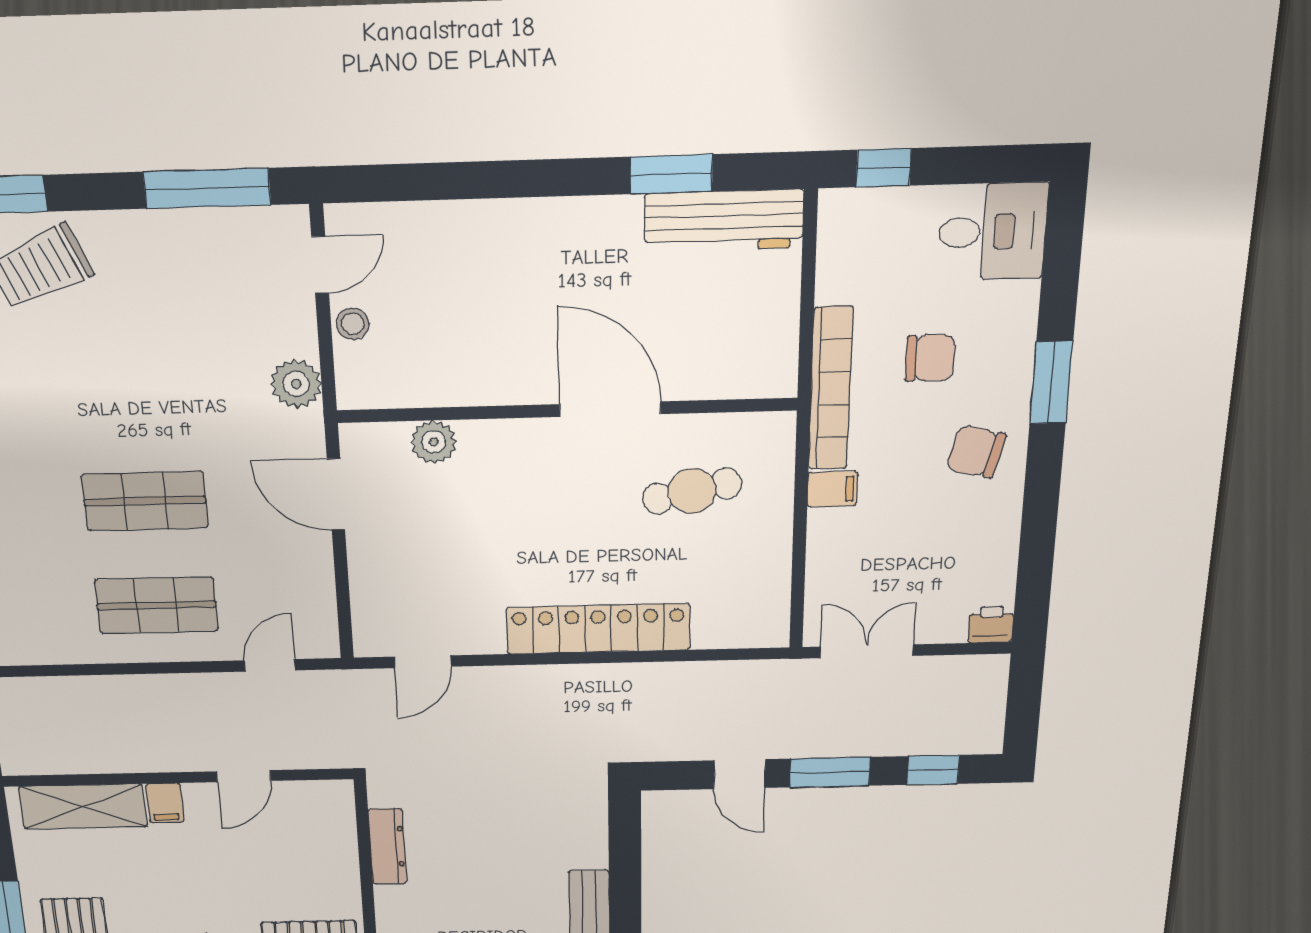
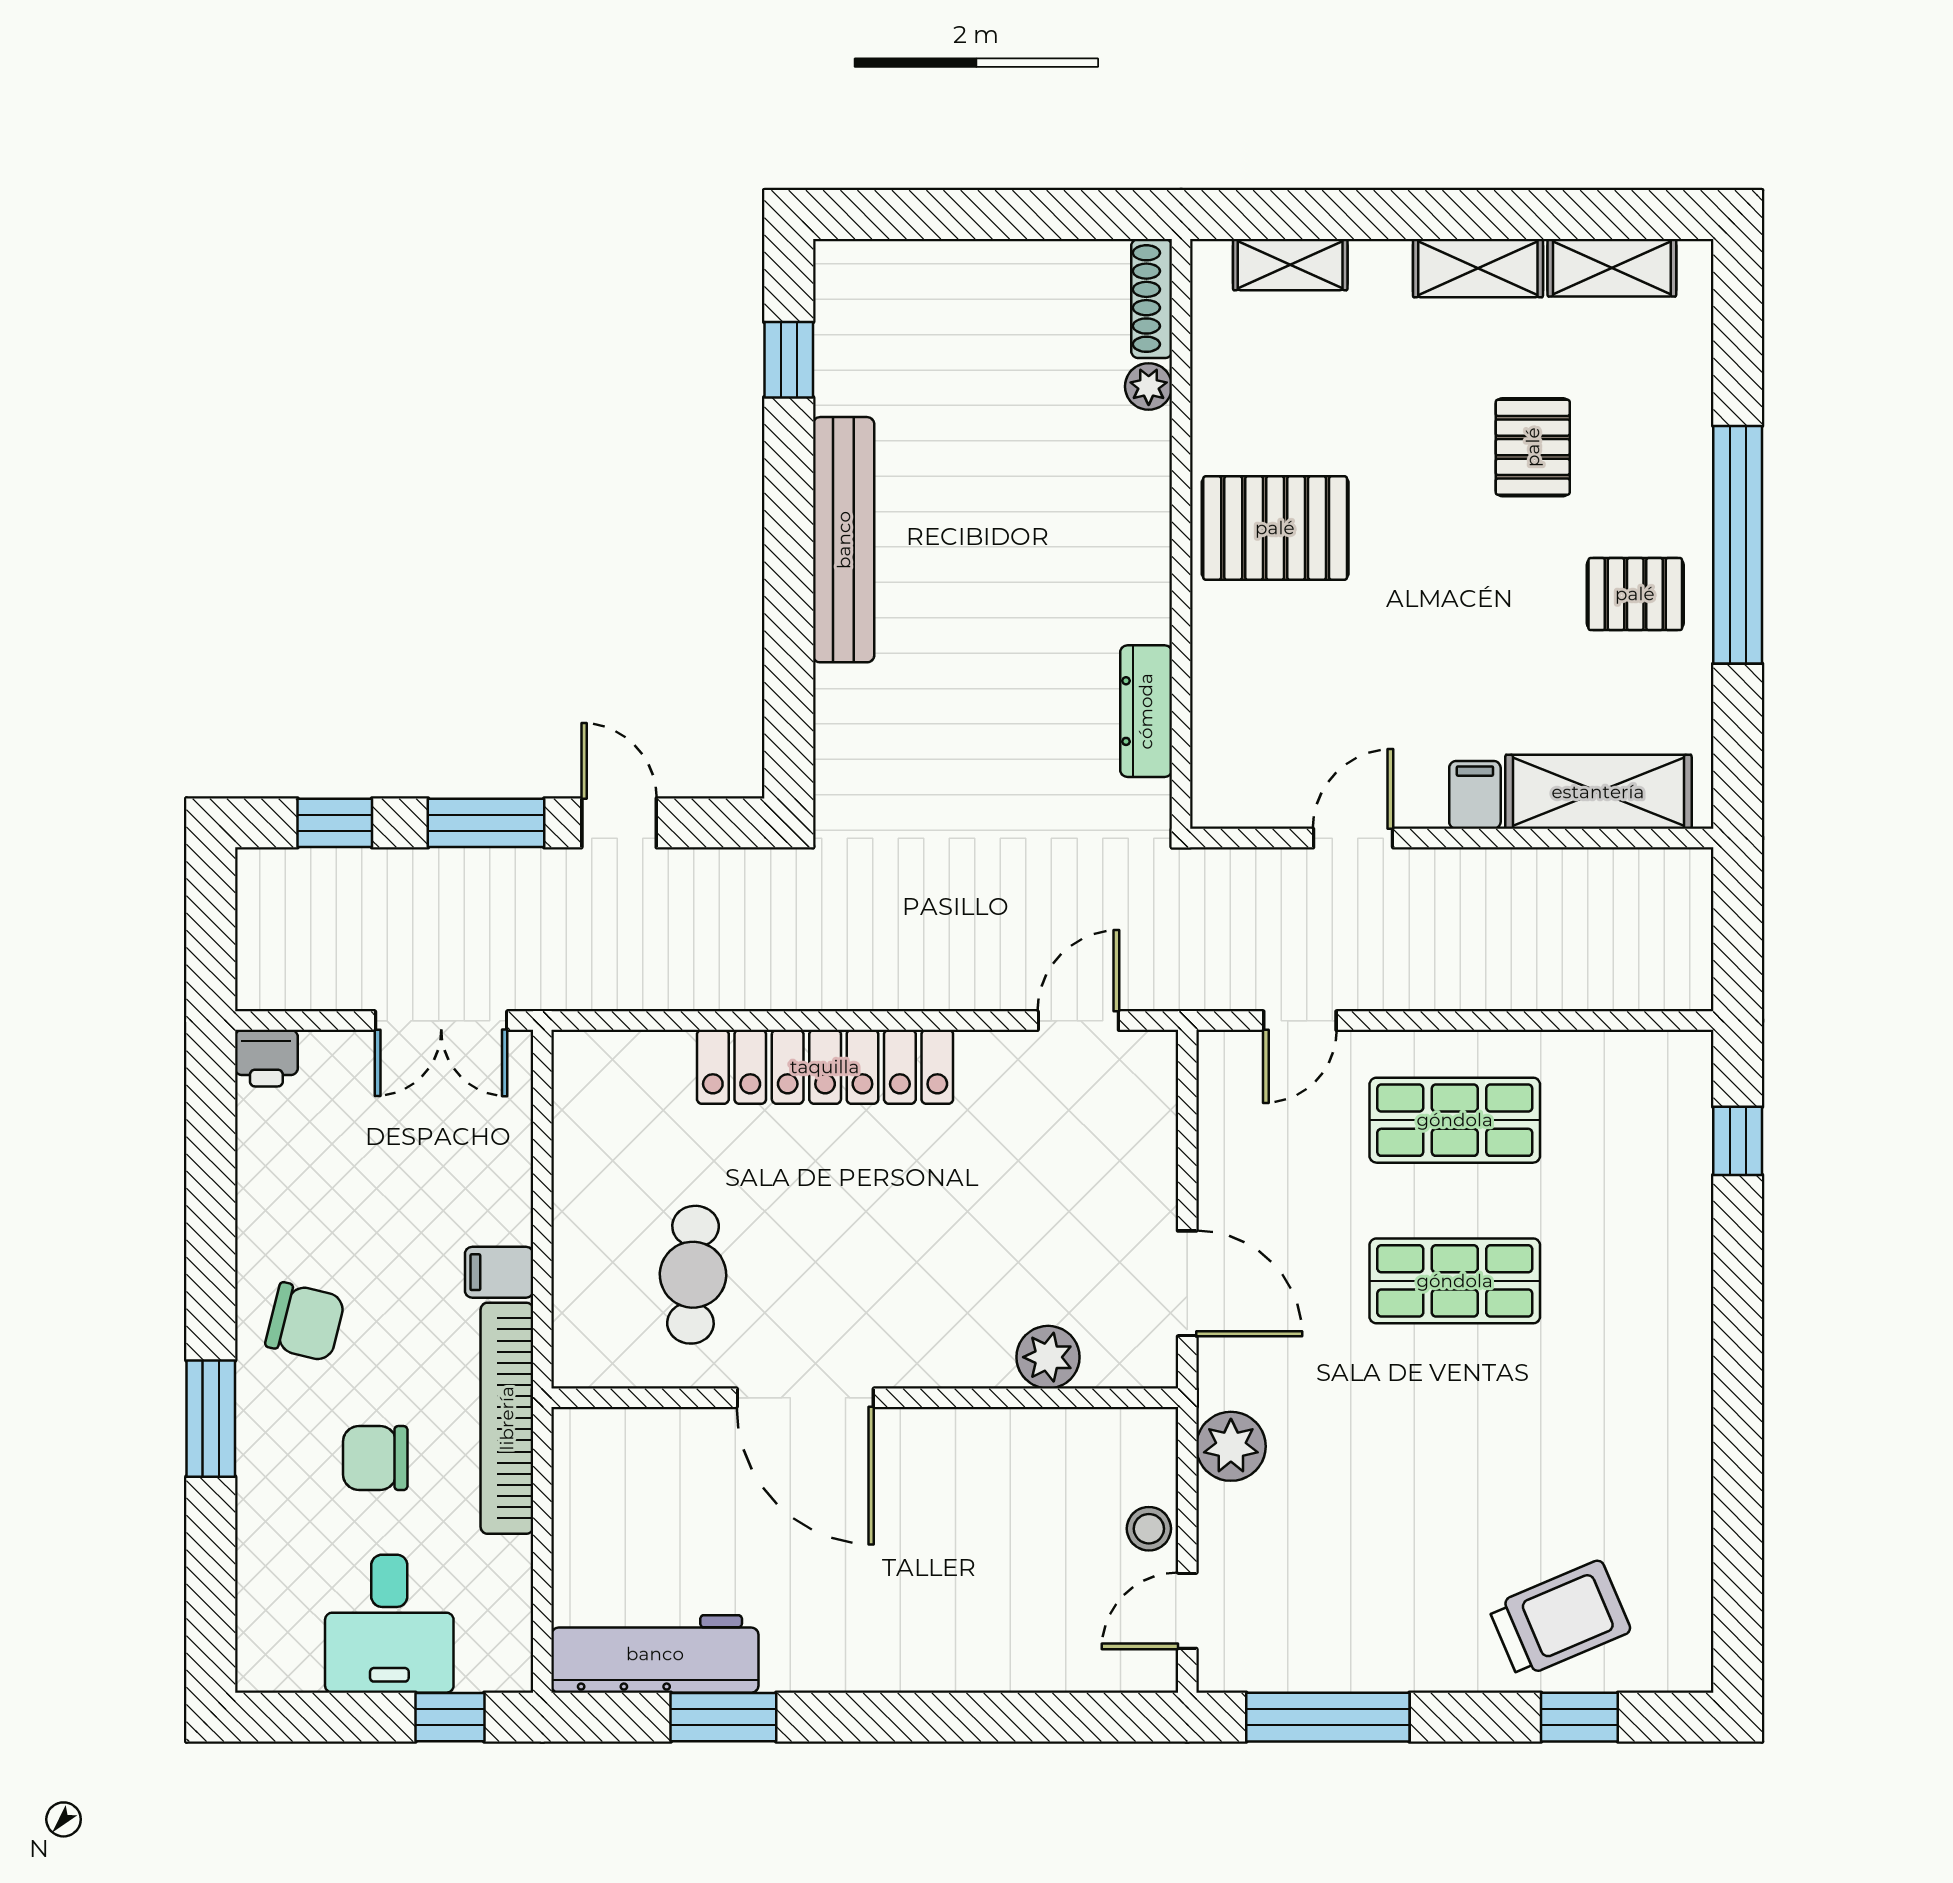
desk: (992, 232) -> (389, 1624), moved, turned -90
cafe table: (692, 491) -> (693, 1275), turned -75

